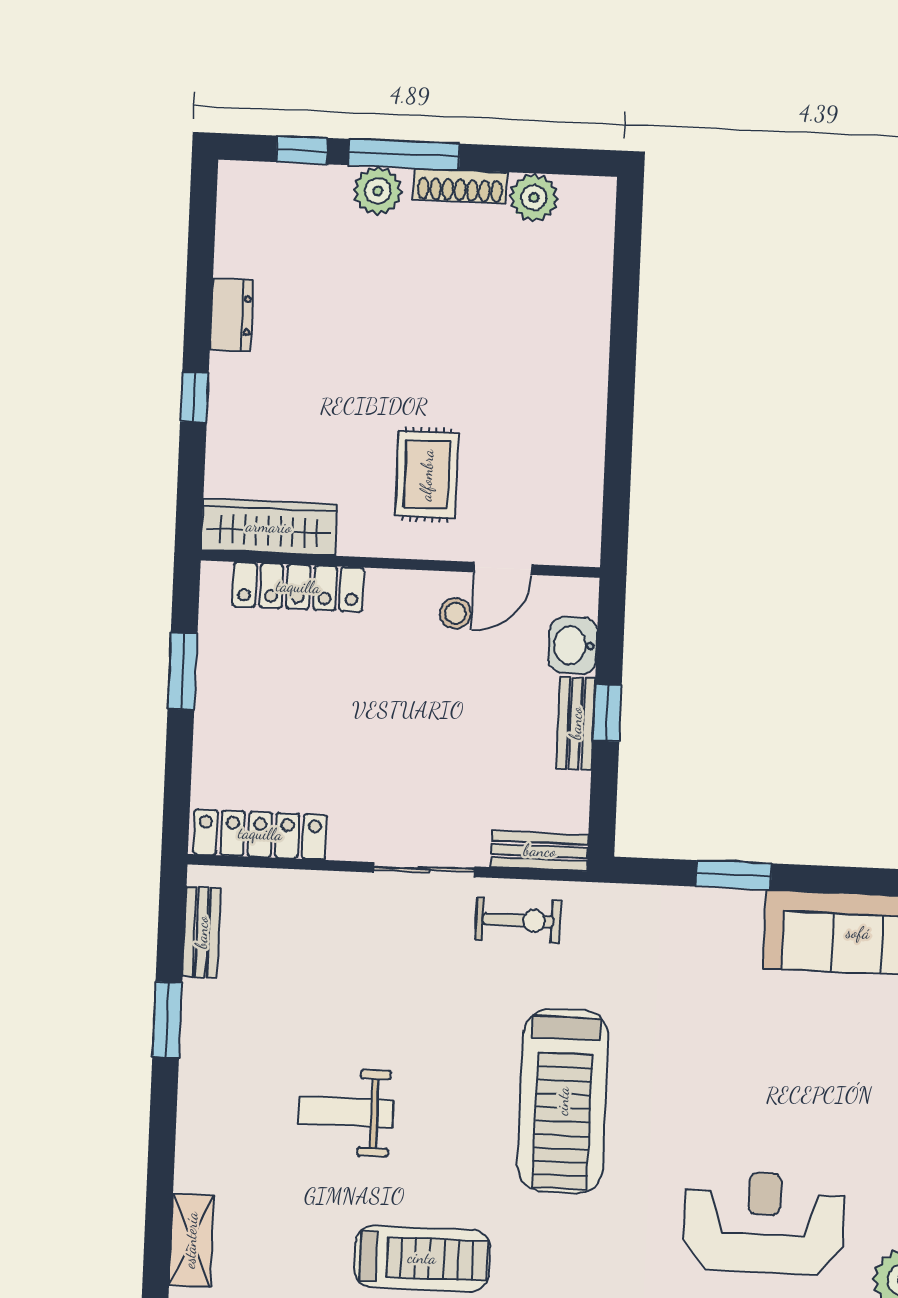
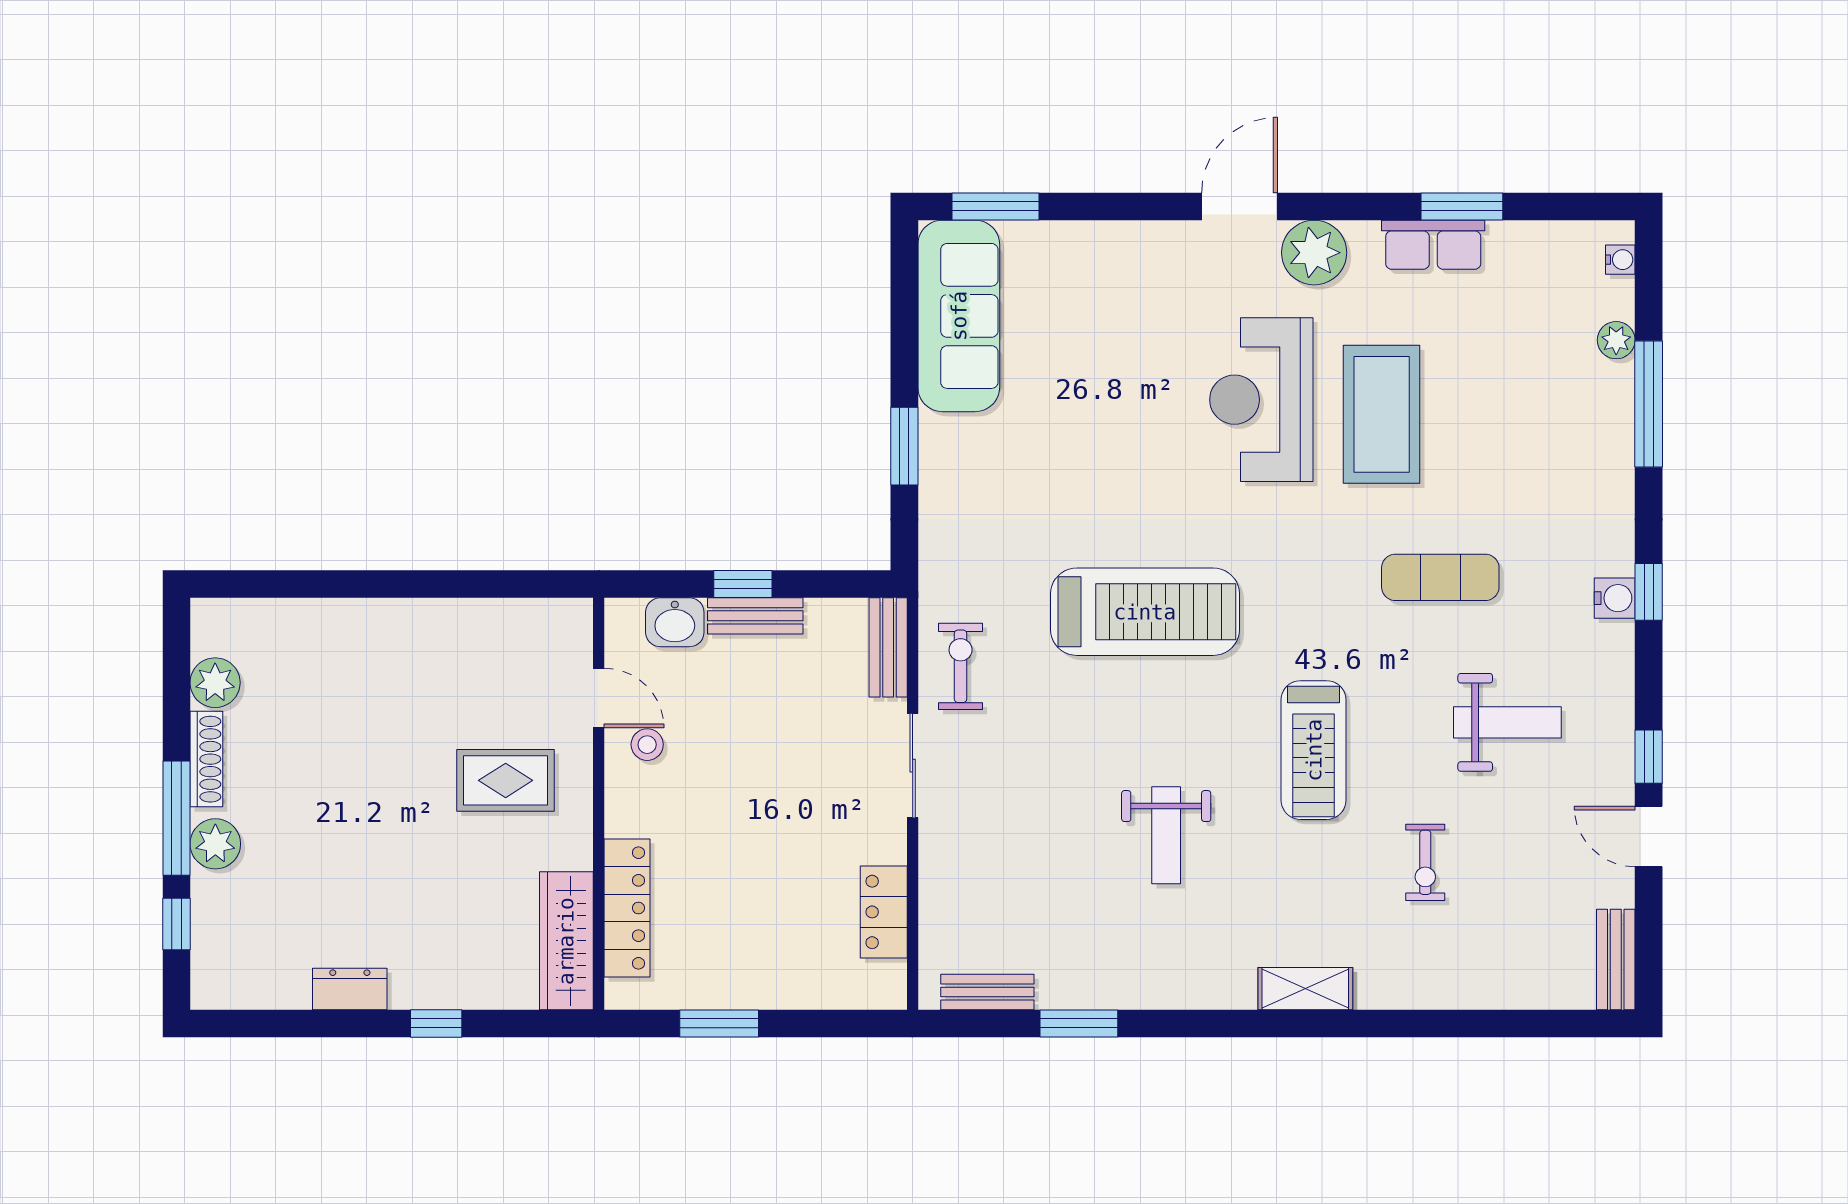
locker: (260, 834) -> (884, 912), width x0.66
treadmill: (422, 1258) -> (1314, 750), turned 180

